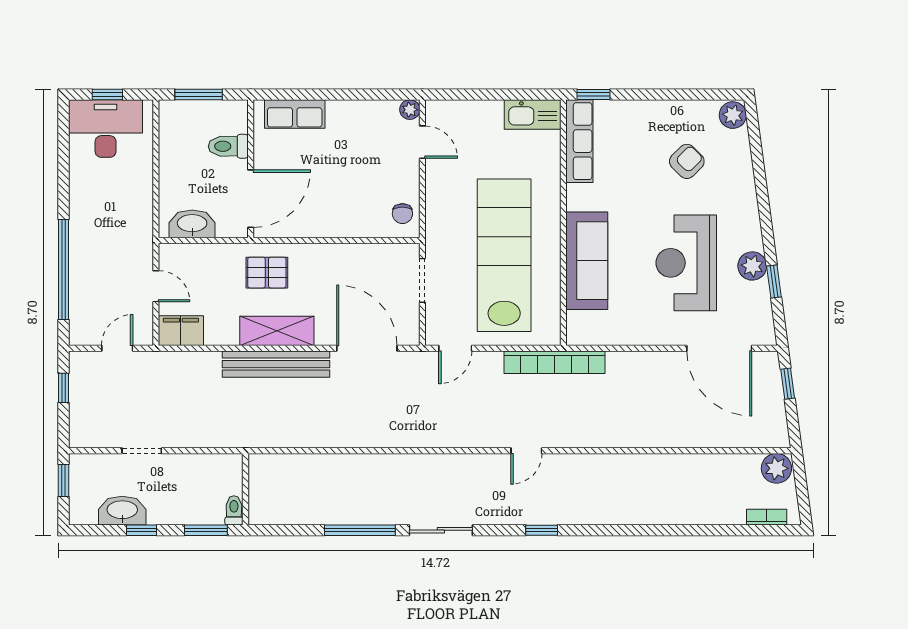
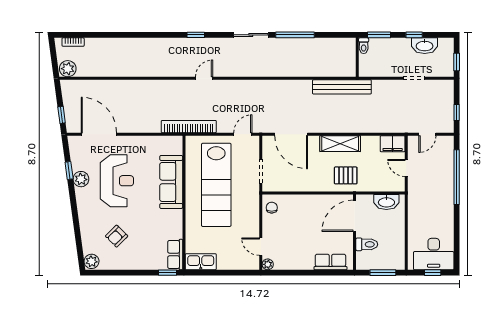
row of seats: (579, 141) -> (175, 254), width x0.68
bench: (276, 364) -> (342, 87), moved

